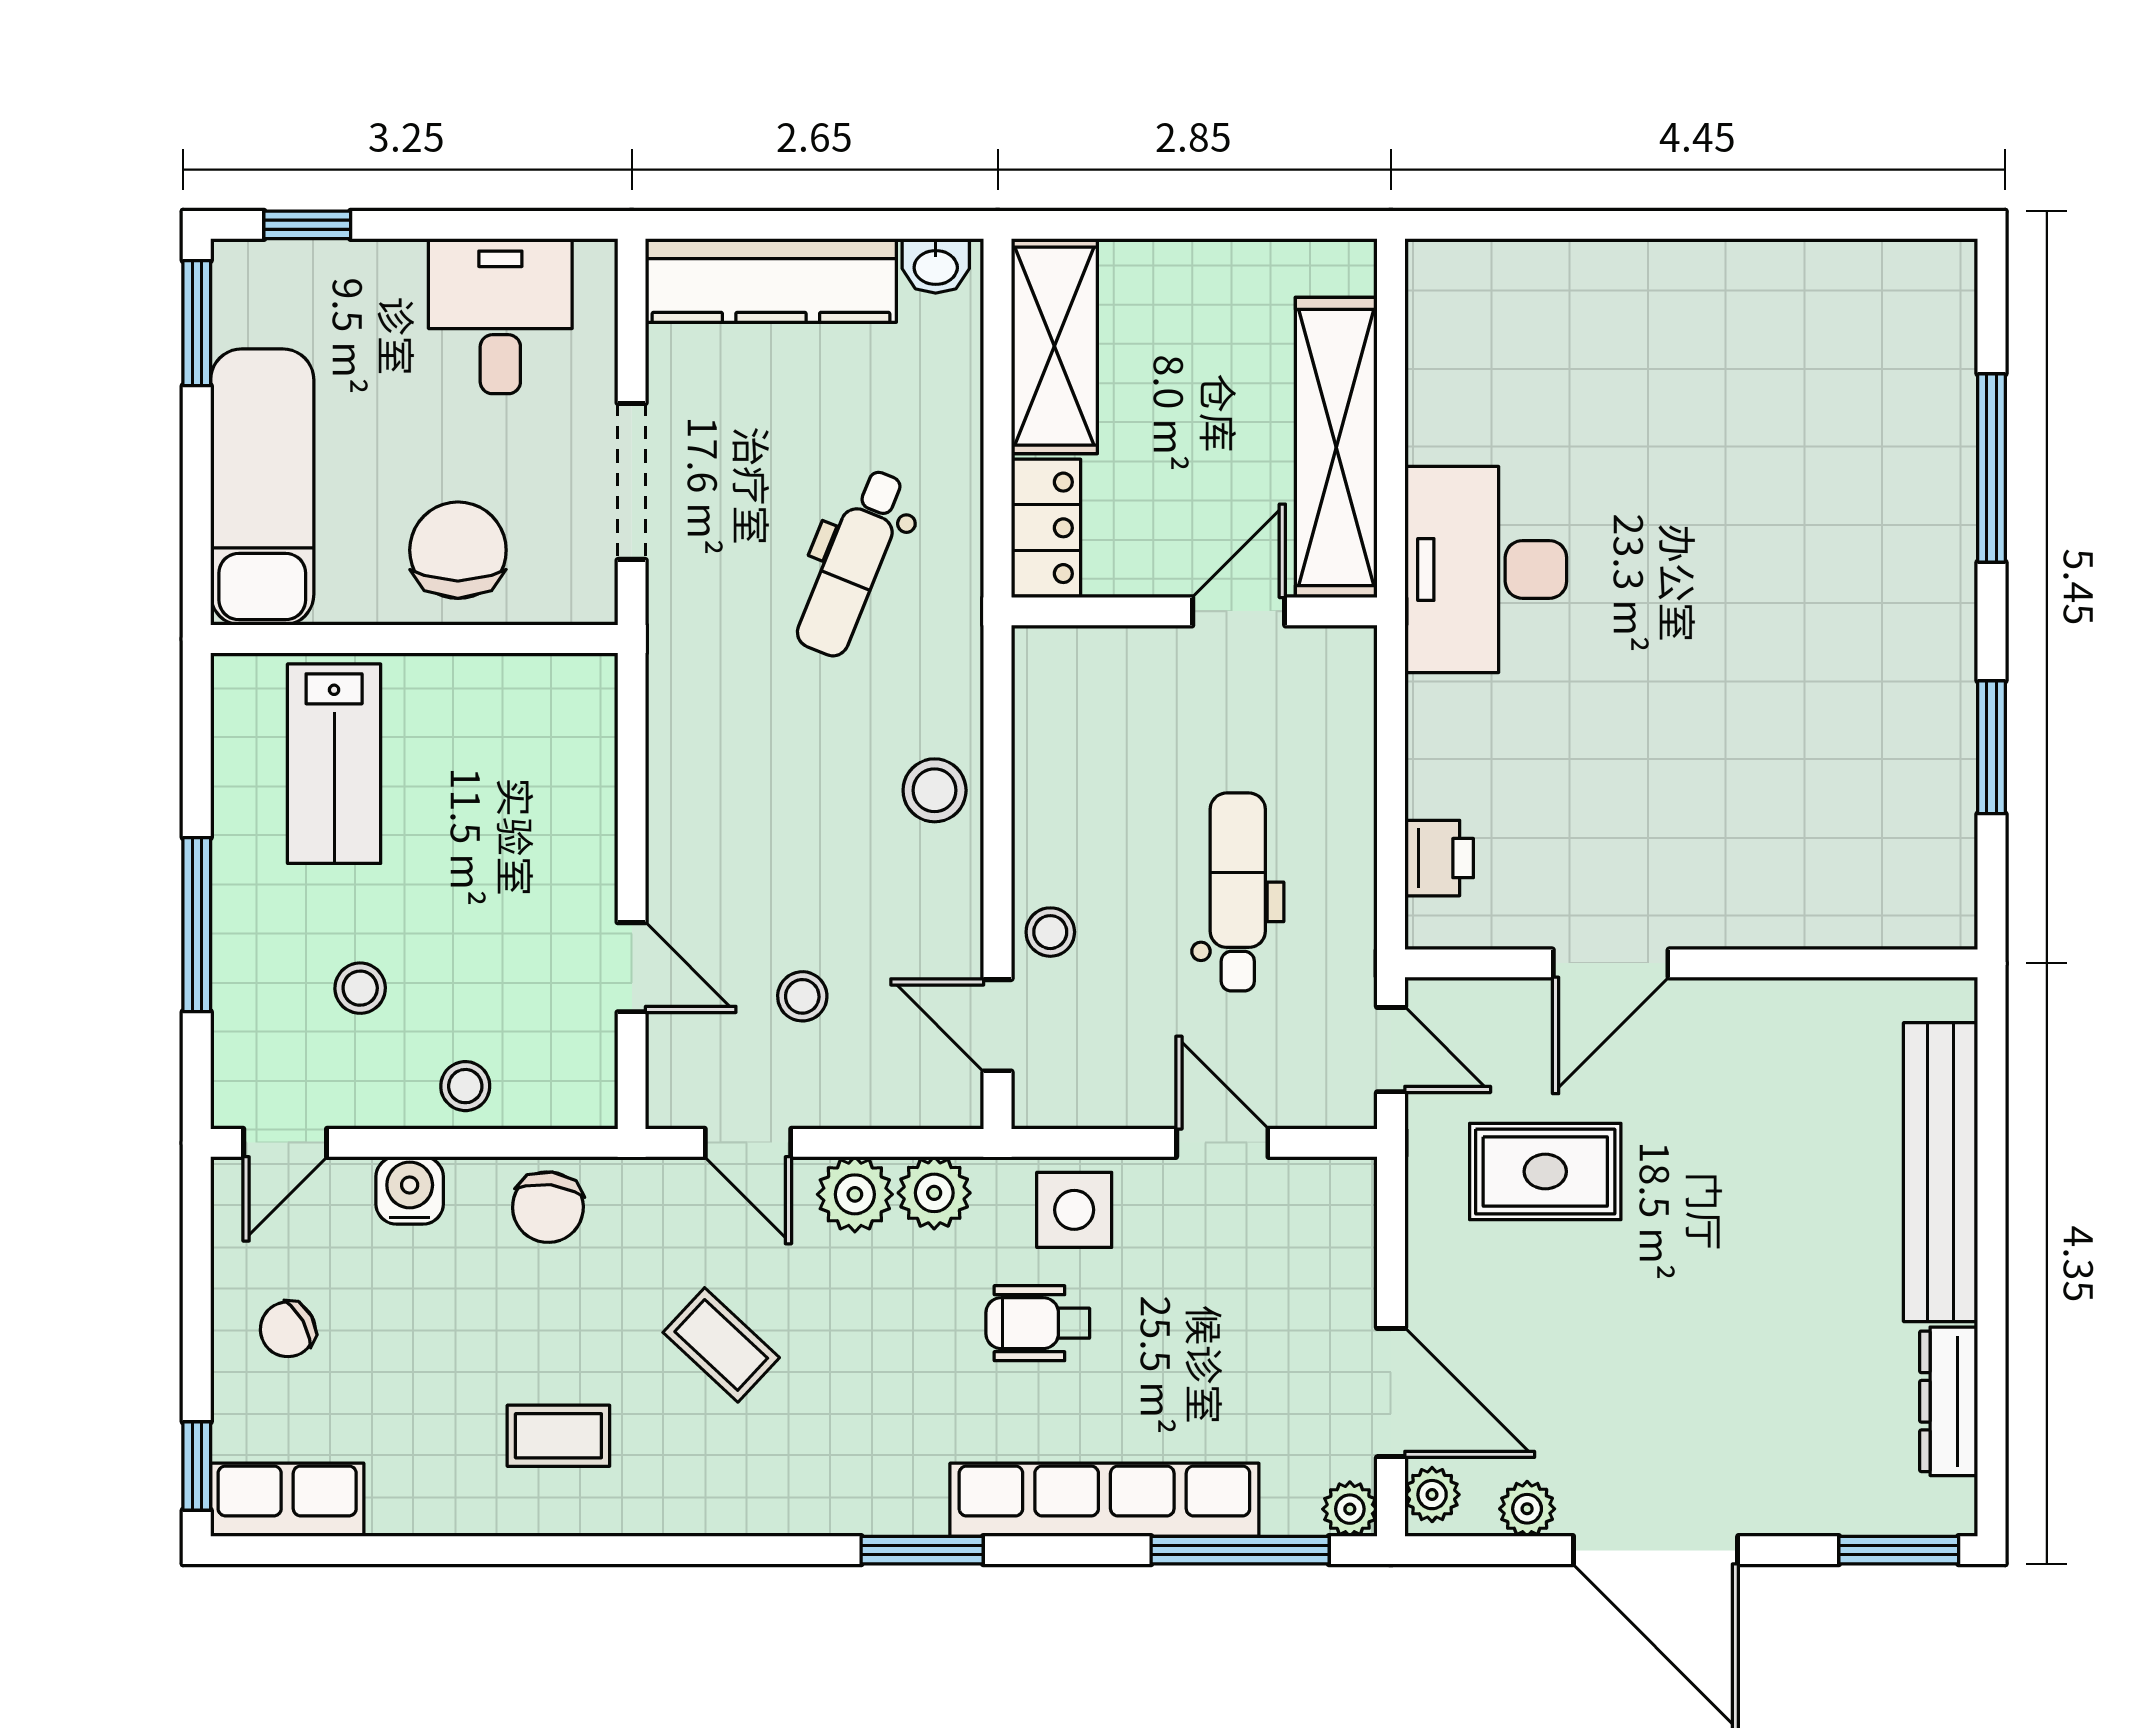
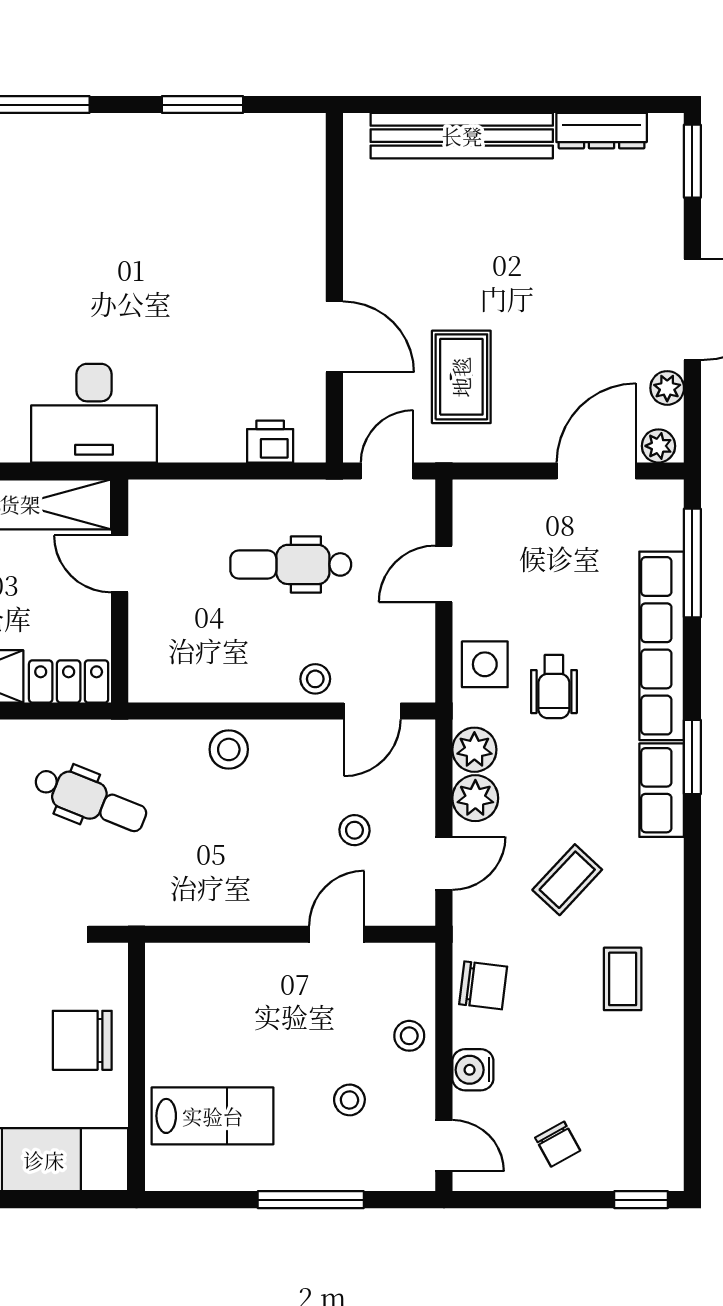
row of seats: (287, 1500) -> (662, 790), moved
plant: (1350, 1509) -> (667, 496), removed

